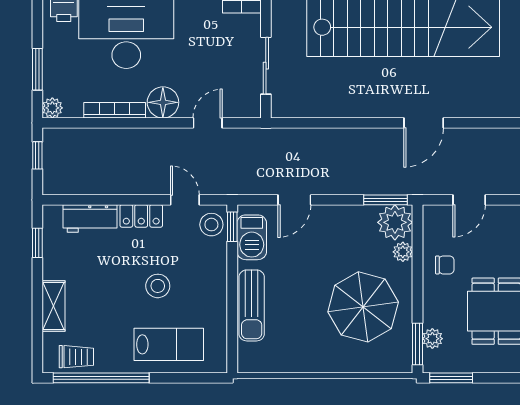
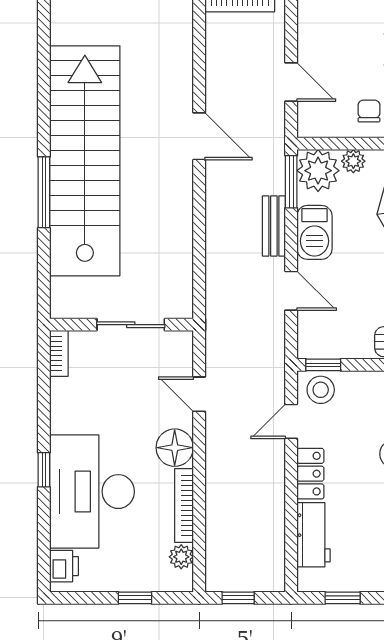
window: (37, 69) -> (135, 598), width x0.67
plant: (52, 108) -> (181, 557), moved
bench: (349, 185) -> (274, 226), added
barbecue: (252, 237) -> (314, 232), moved, turned 90

